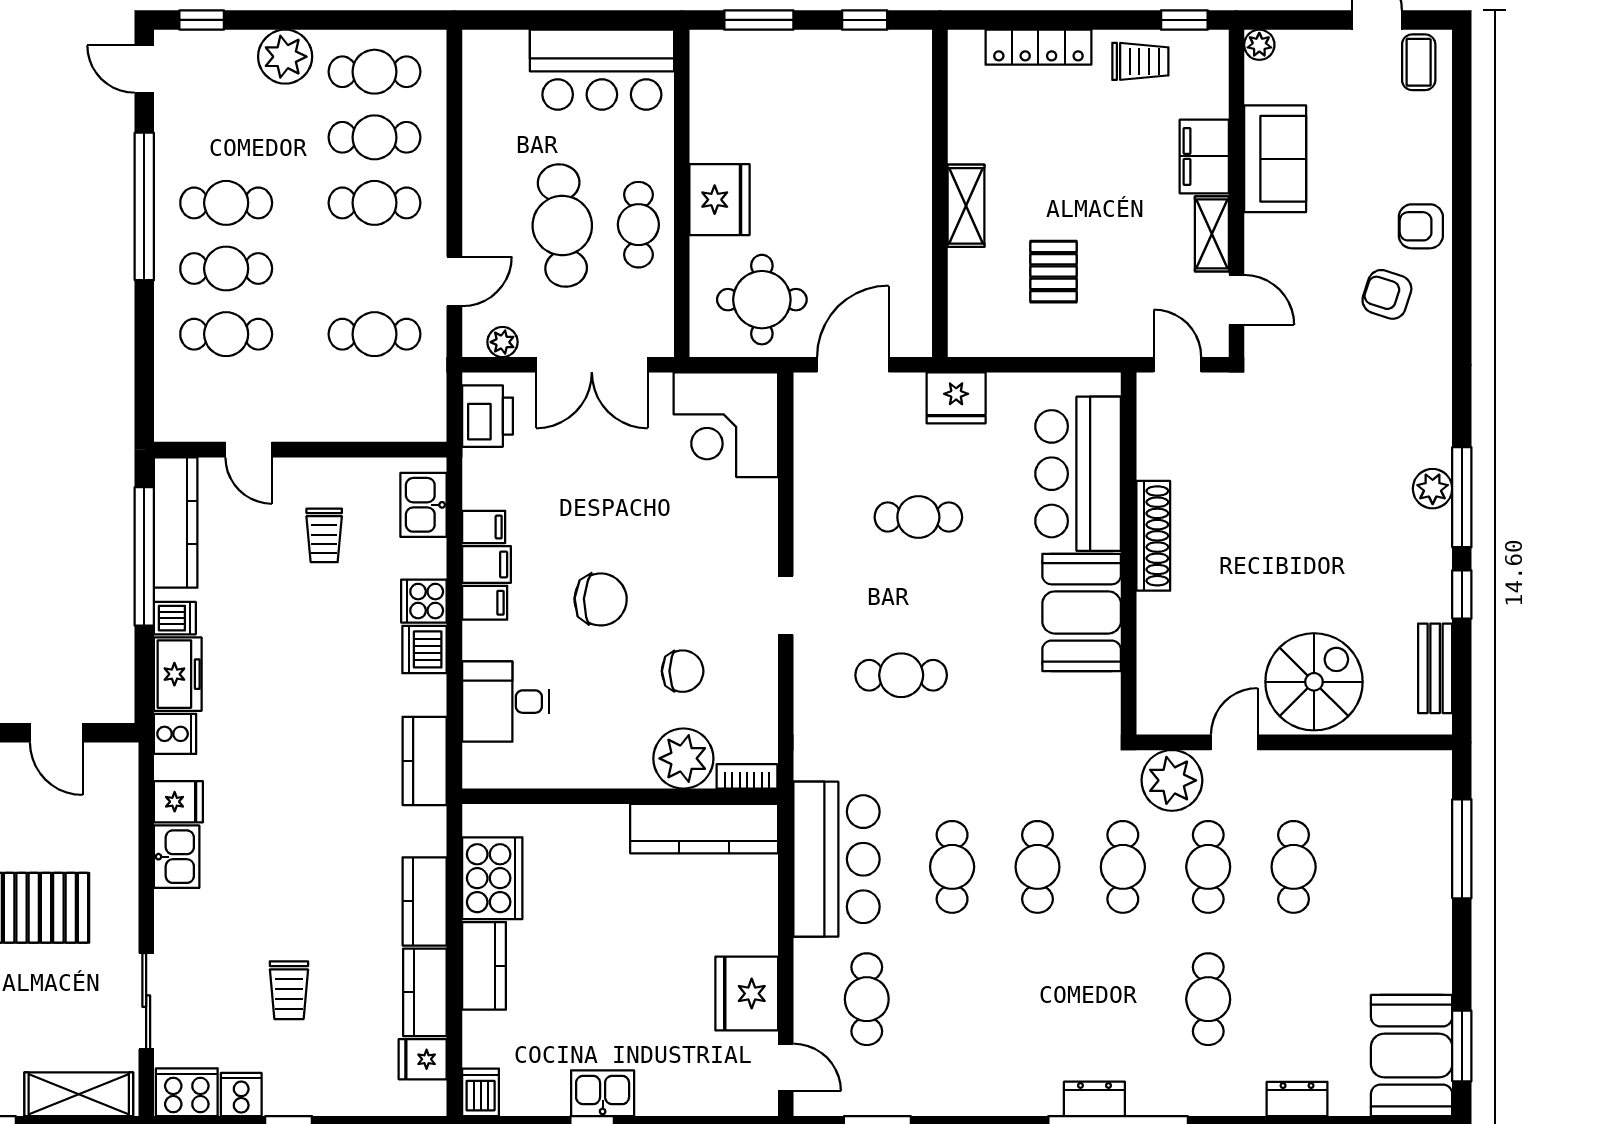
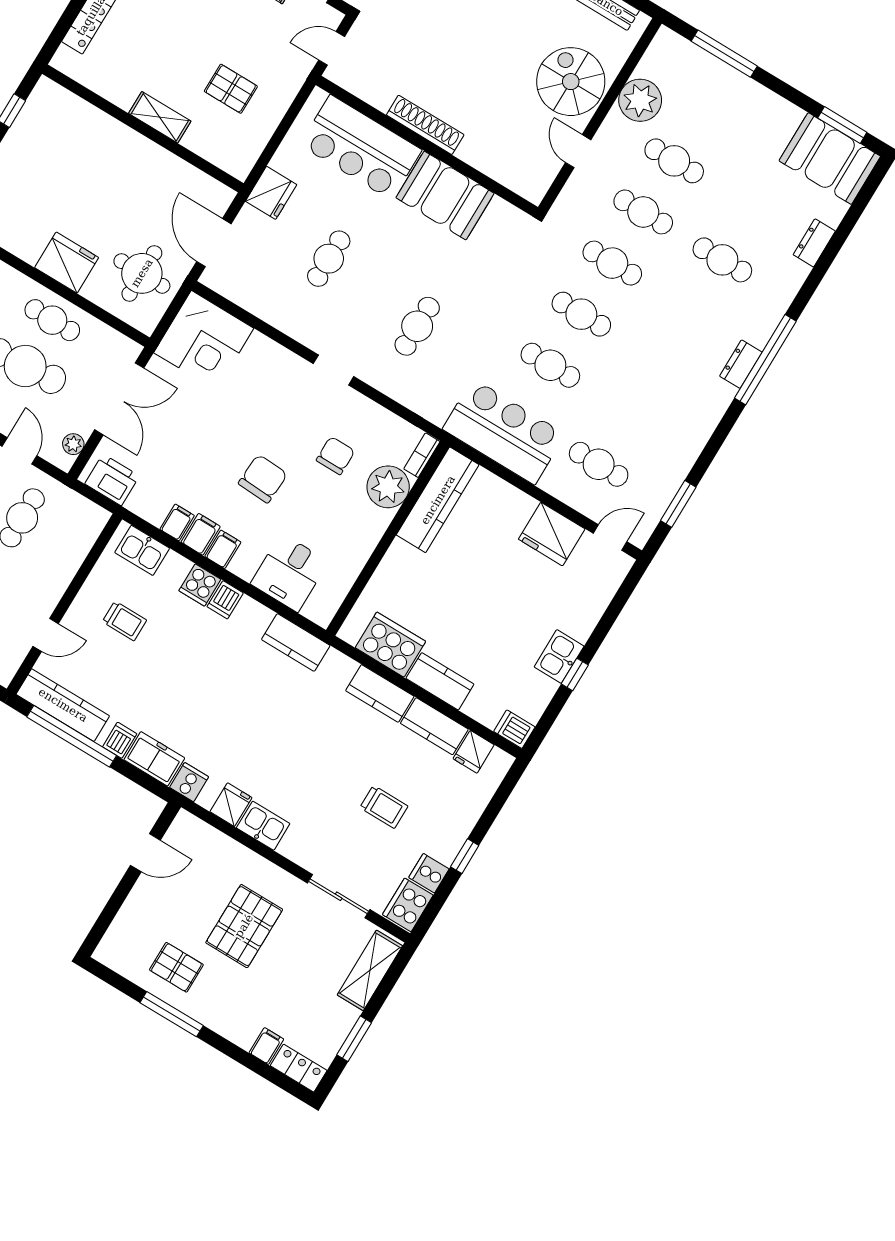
dishwasher: (425, 649) -> (225, 600), width x0.73
plant: (1172, 780) -> (640, 100), moved

